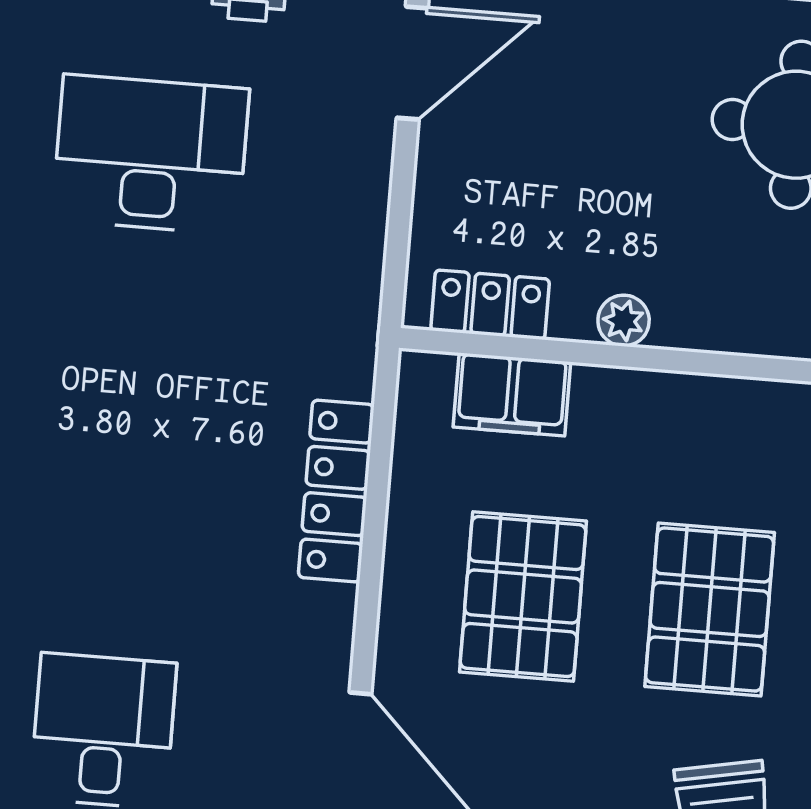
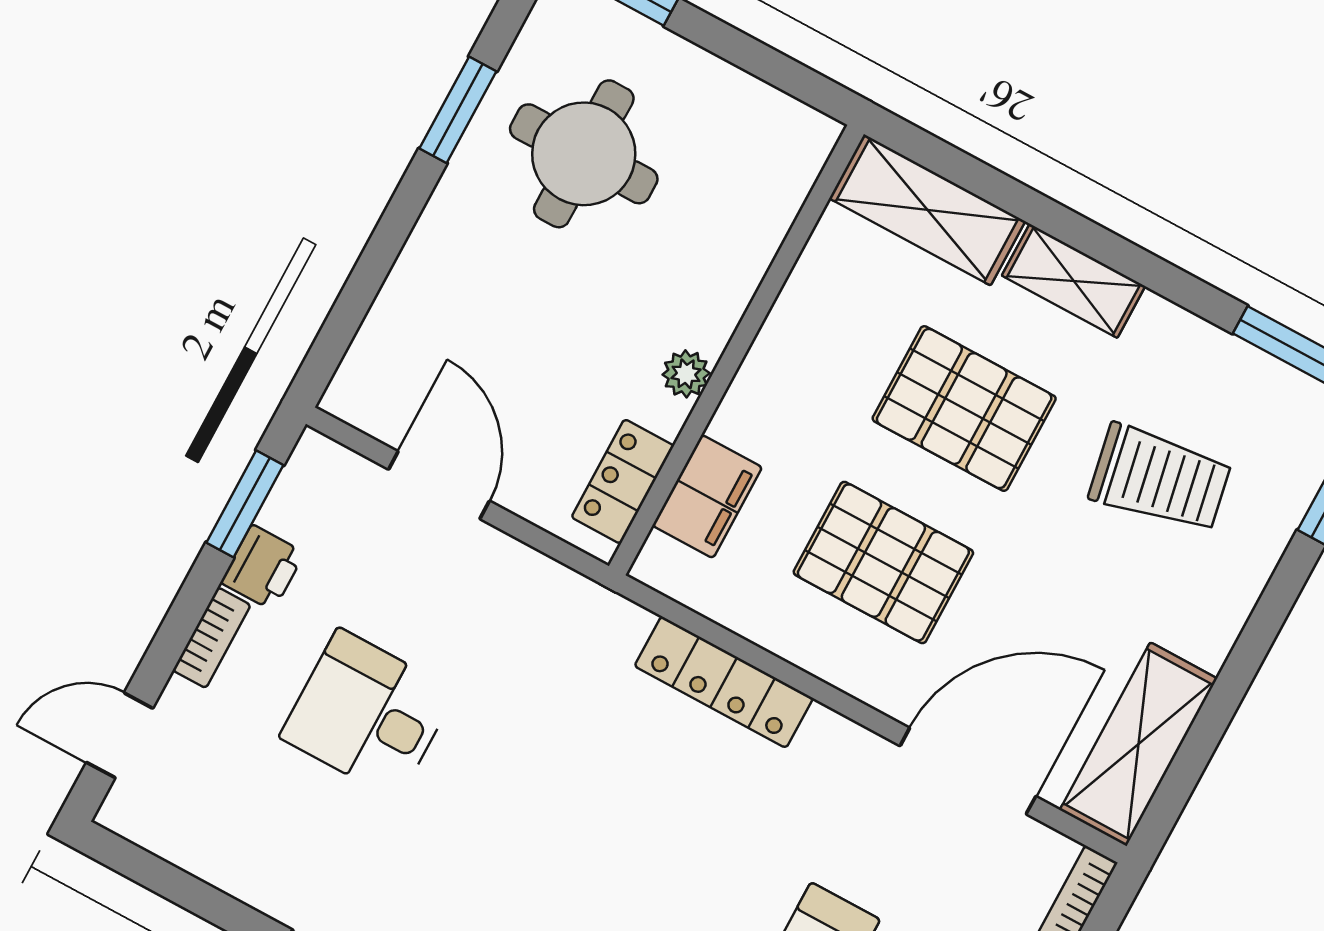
door: (412, 63) -> (439, 485), moved
desk: (151, 154) -> (368, 714), width x0.73

